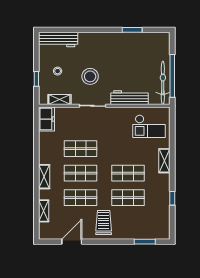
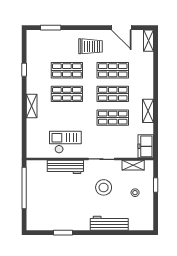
workbench: (58, 39) -> (109, 223), moved
bicycle: (163, 83) -> (33, 181), removed
checkout: (149, 126) -> (65, 142), moved
shelving: (44, 177) -> (148, 111), moved
shelving: (44, 211) -> (148, 41), moved
trolley: (104, 222) -> (90, 46), turned -90
door: (72, 242) -> (121, 28), hinge flipped

